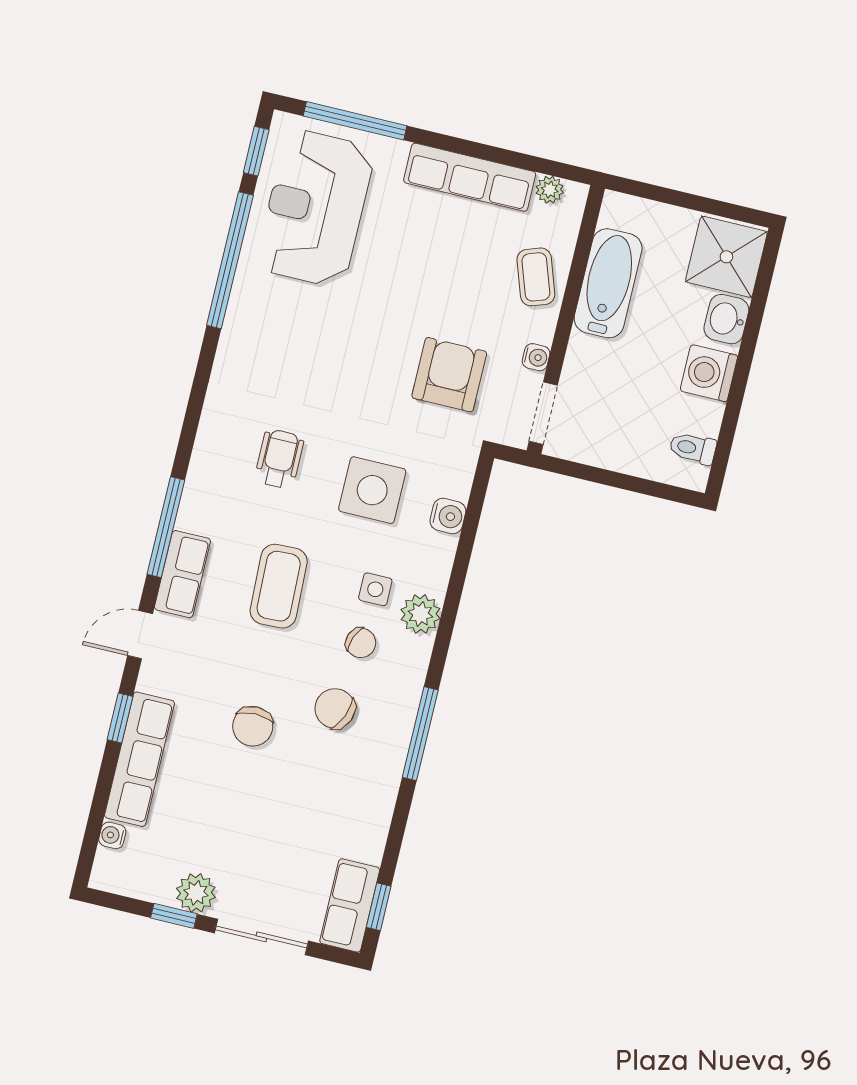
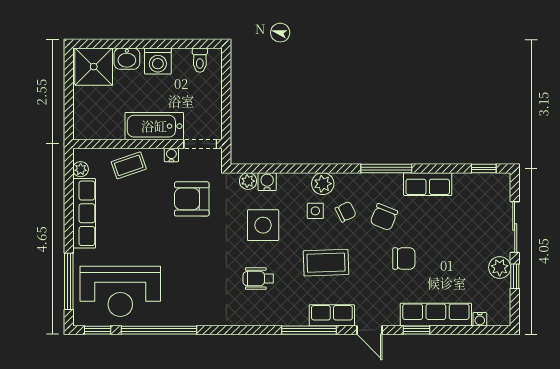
bathtub: (608, 283) -> (154, 126), moved
plant: (457, 482) -> (248, 181), added
chair: (361, 643) -> (346, 212), turned 43
row of seats: (350, 905) -> (428, 184), moved

